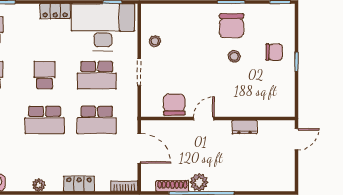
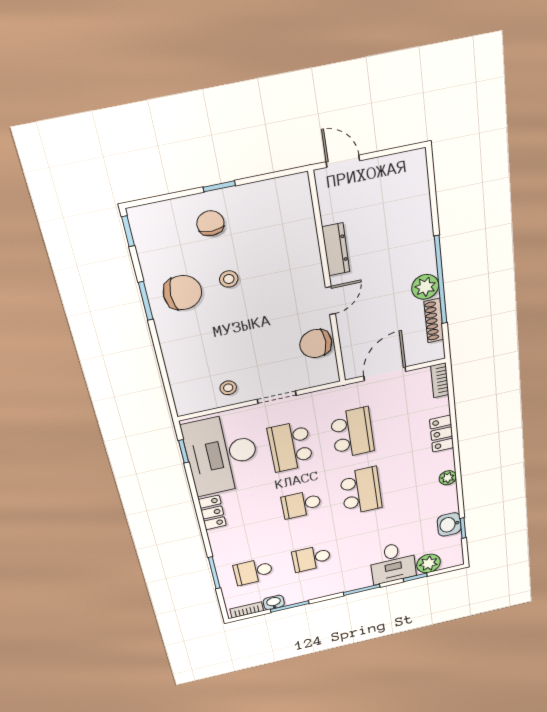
school desk: (97, 75) -> (290, 447), turned 180
door: (204, 119) -> (330, 301), swing flipped
dresser: (244, 127) -> (336, 249), width x1.44

